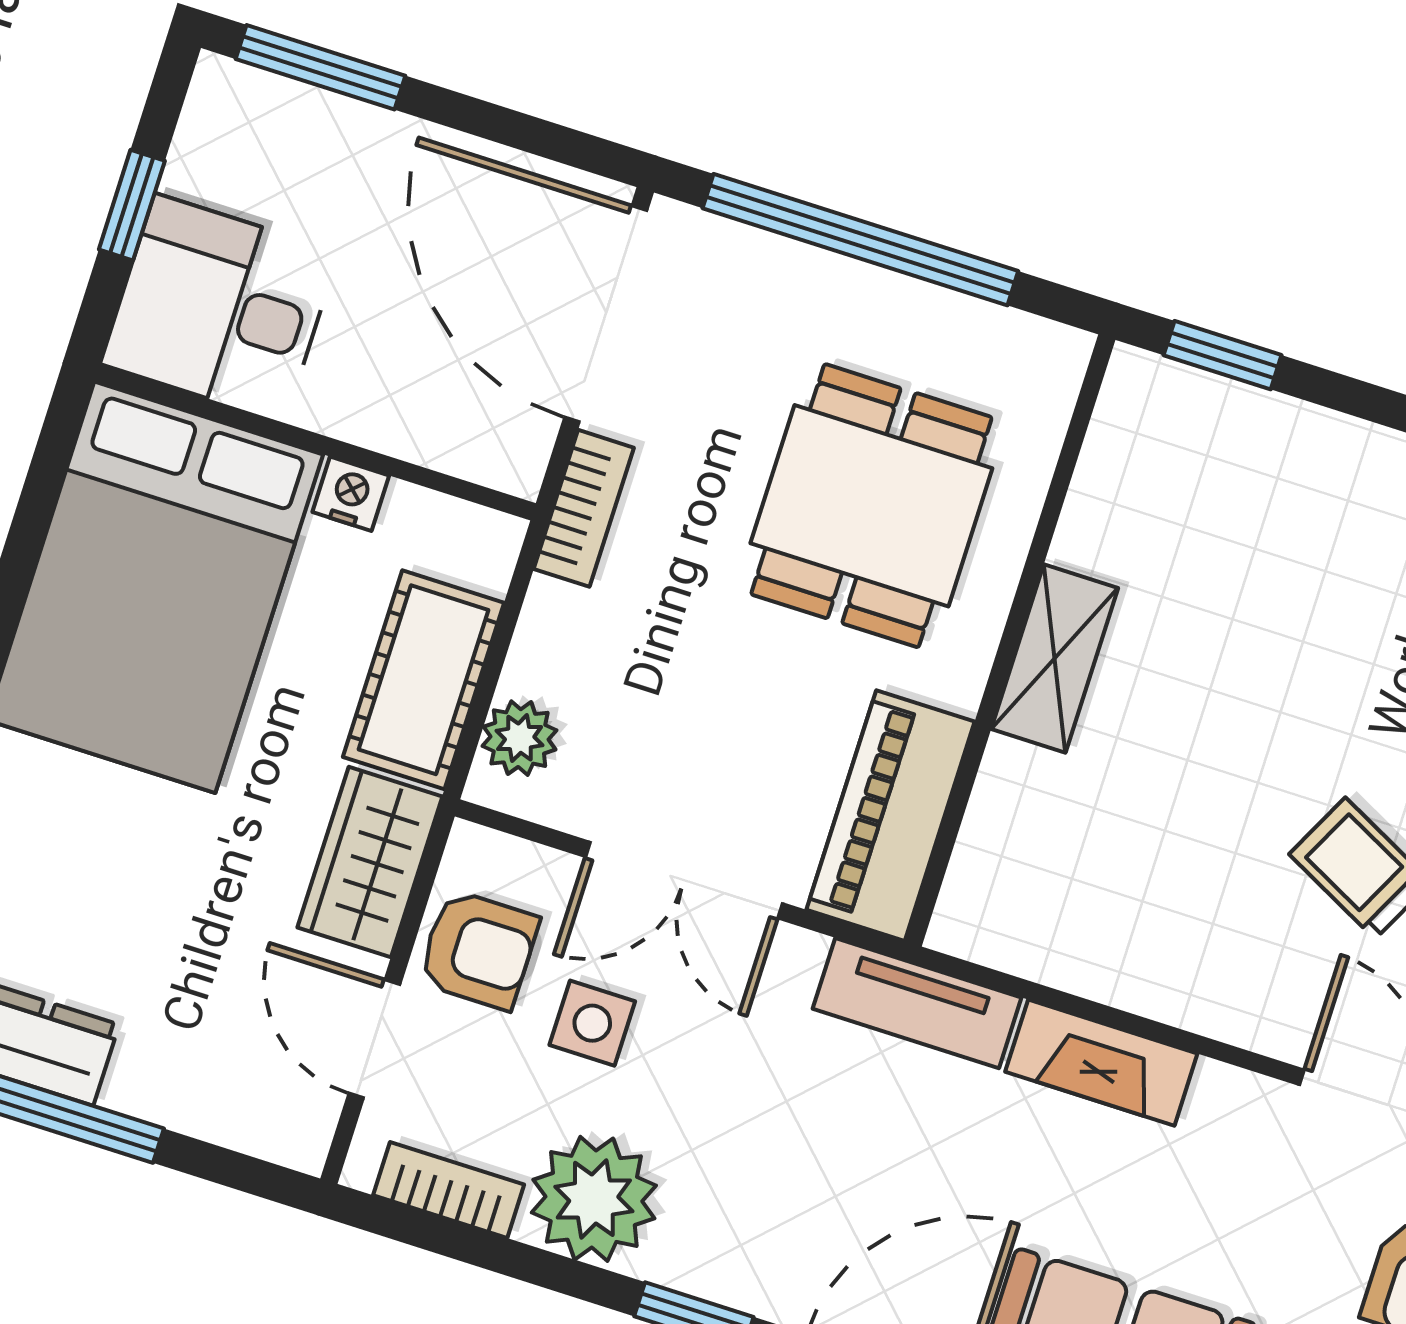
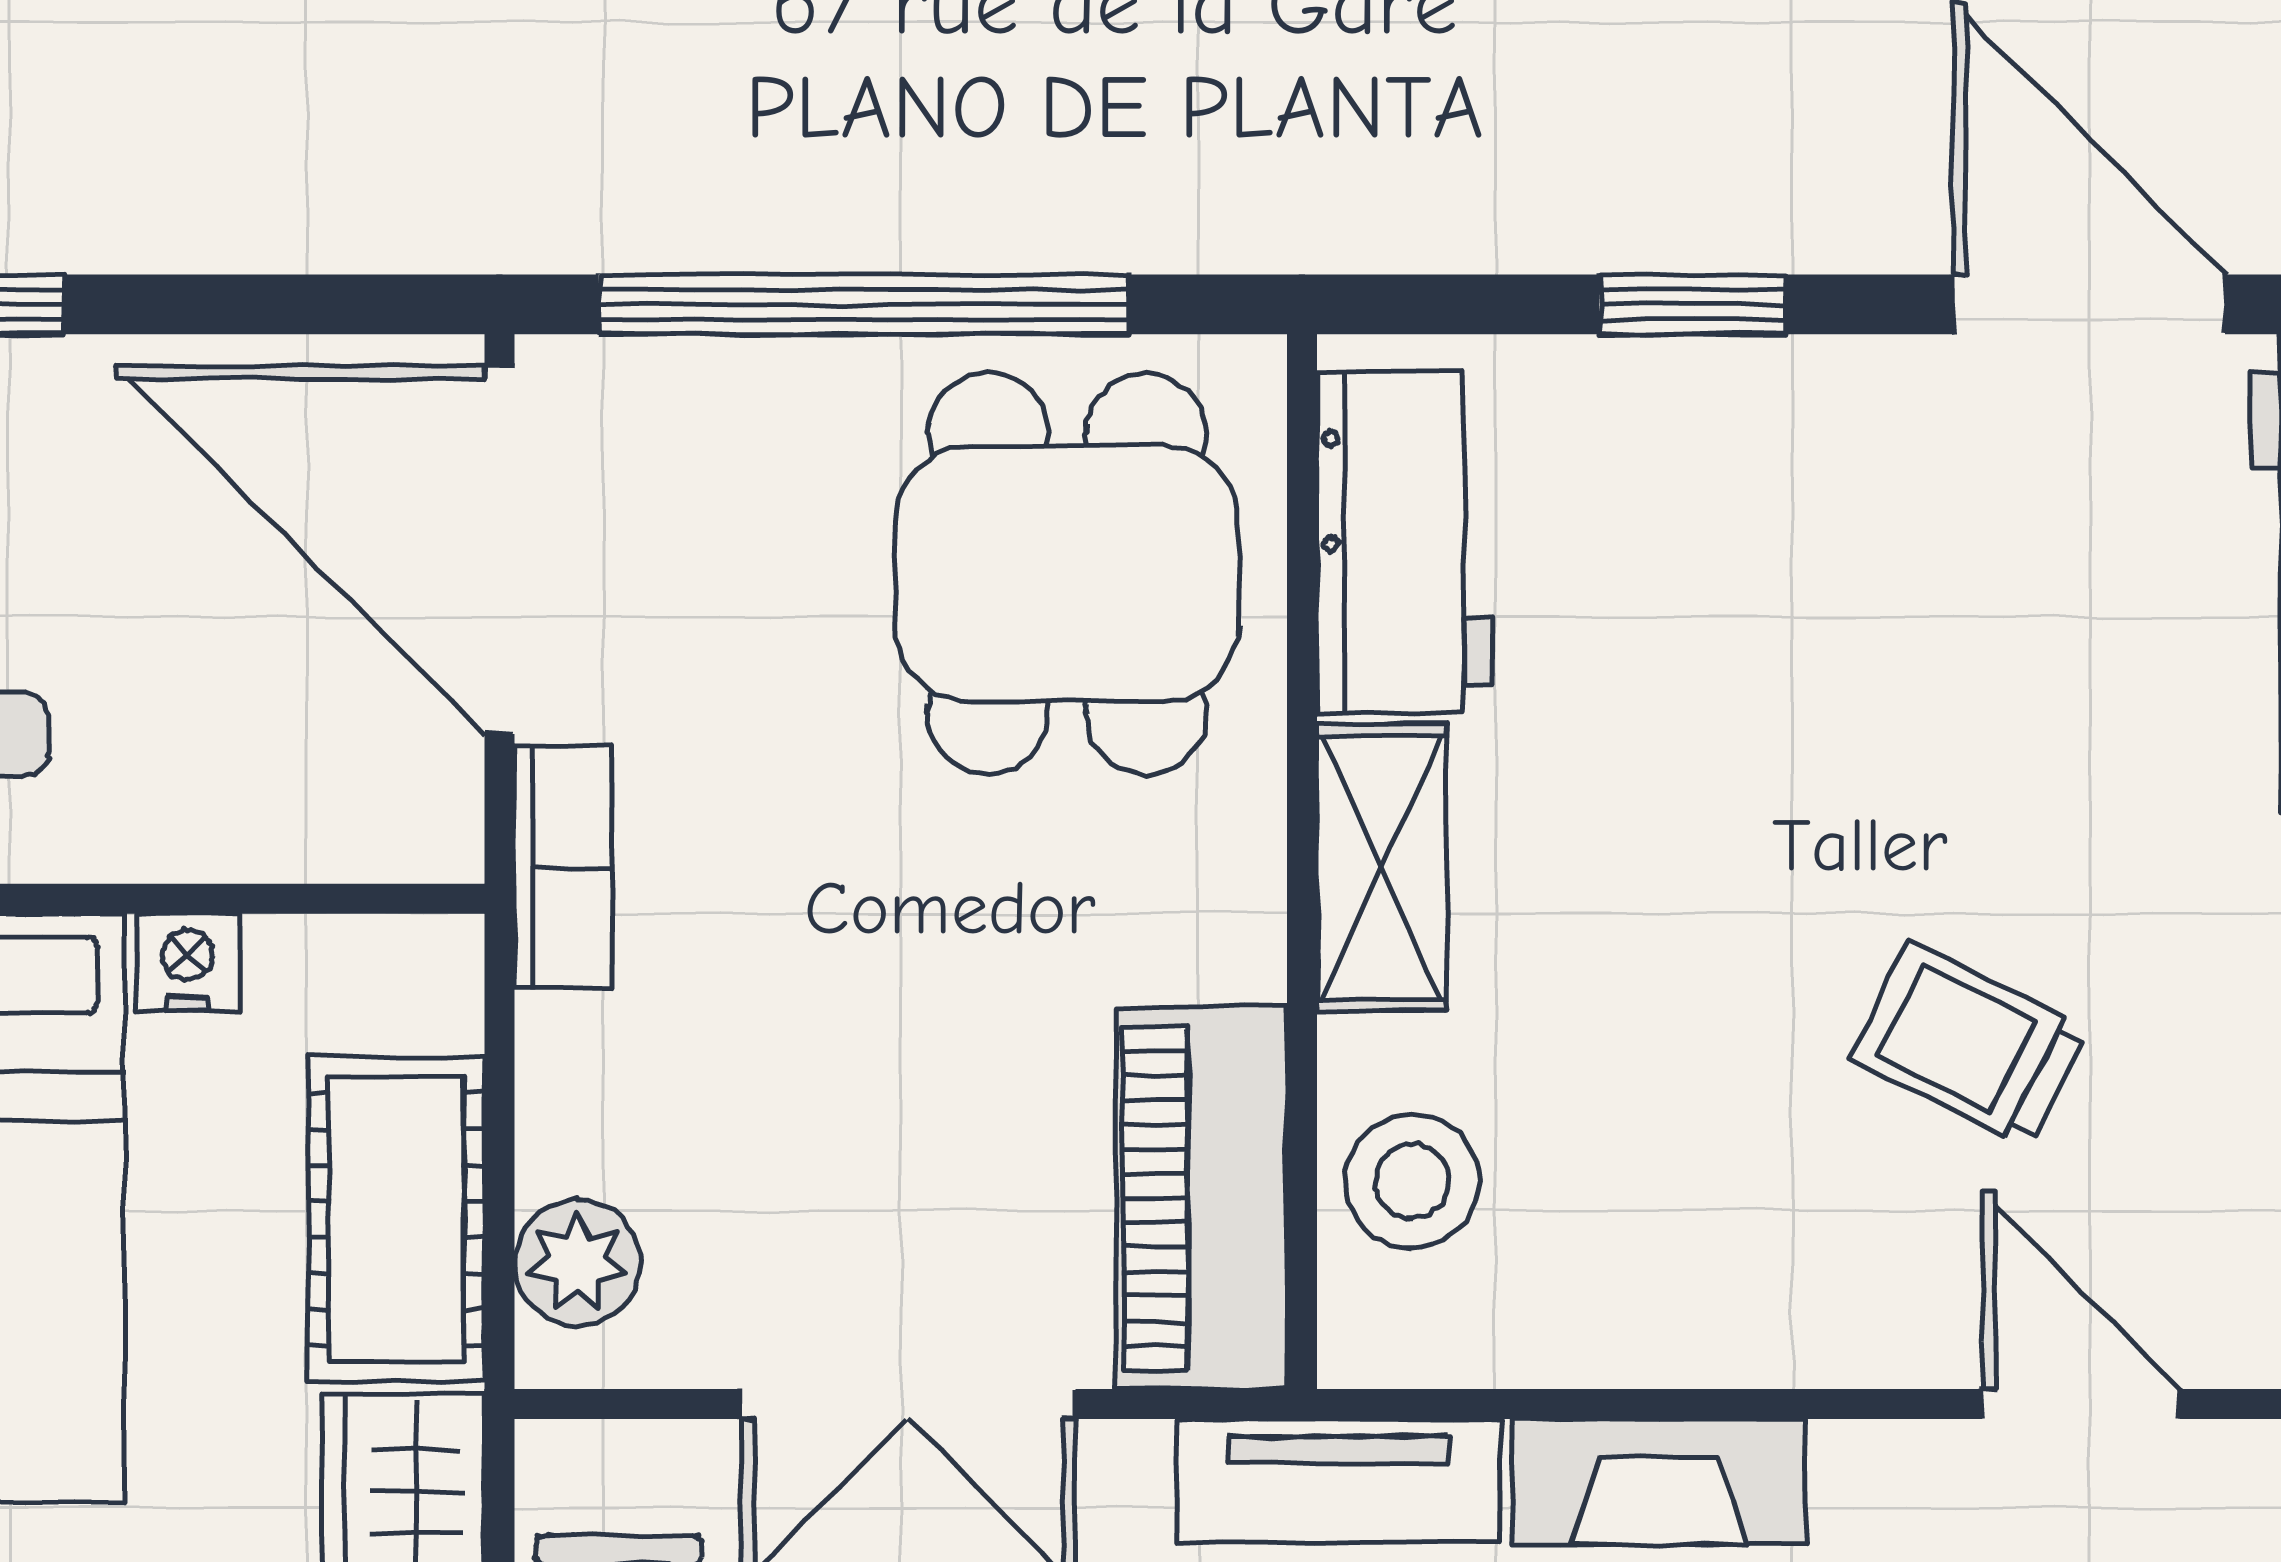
window: (1223, 355) -> (1693, 304), moved
workbench: (1128, 476) -> (1405, 542), added
dining table: (871, 506) -> (1067, 573), moved
stool: (1015, 845) -> (1412, 1181), added

